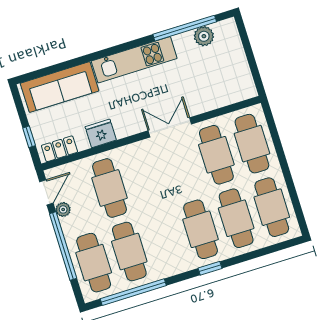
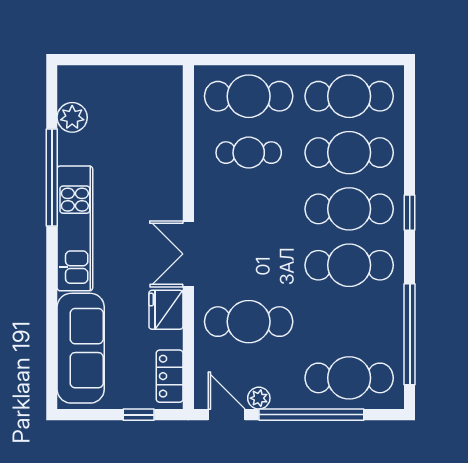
window: (185, 28) -> (52, 178), moved
double door: (170, 127) -> (188, 254), moved
cafe table: (216, 155) -> (249, 153), width x0.73, depth x0.74
cafe table: (129, 252) -> (349, 265), moved

